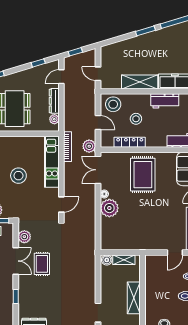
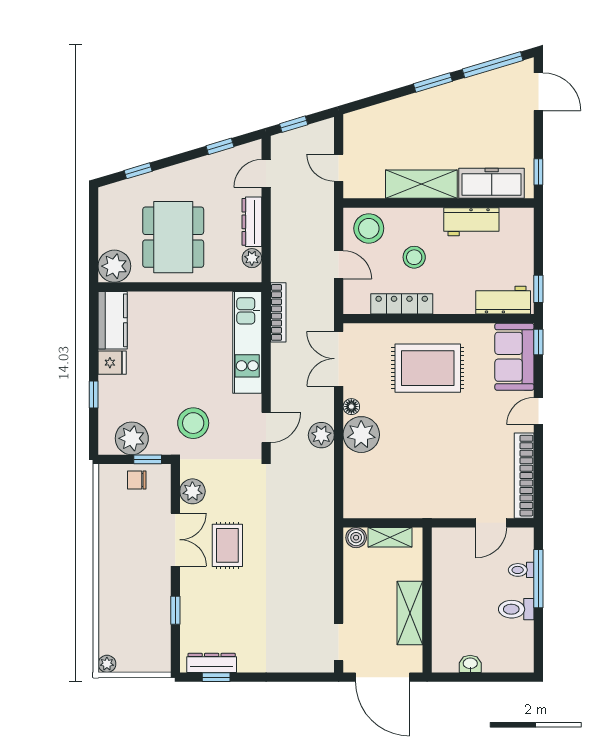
plant: (89, 146) -> (321, 435), moved
rug: (143, 175) -> (428, 368), turned 90
stool: (18, 176) -> (193, 423), moved

